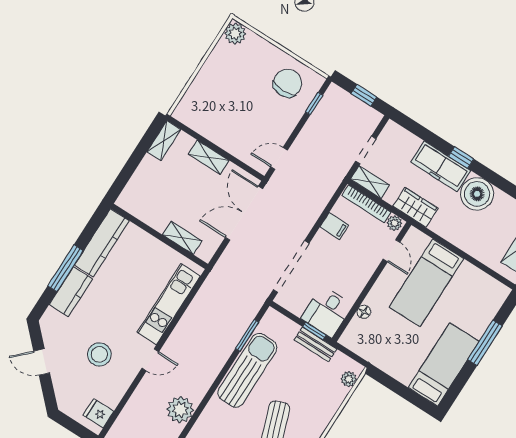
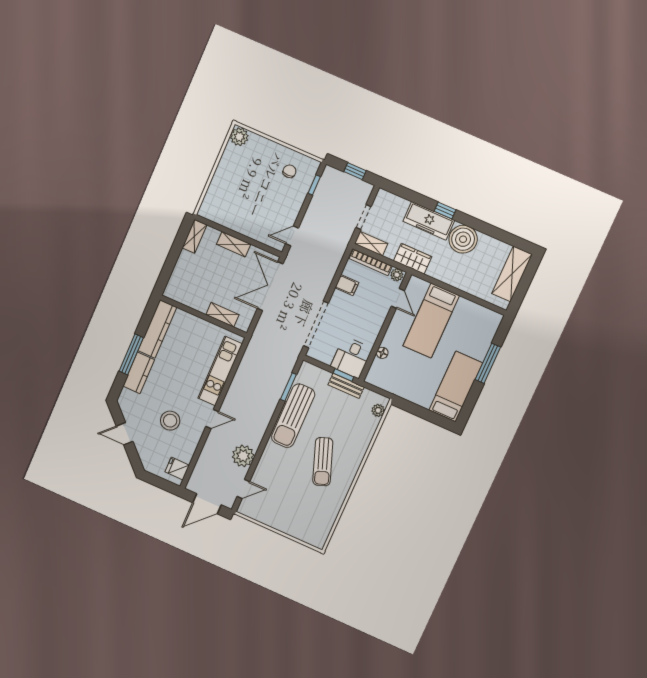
chair: (288, 83) -> (289, 171), width x0.54, depth x0.54
sun lounger: (247, 370) -> (293, 416), turned 180

